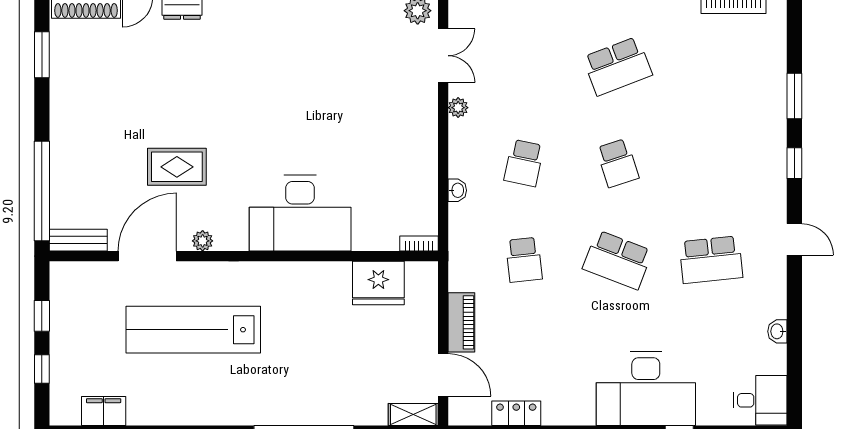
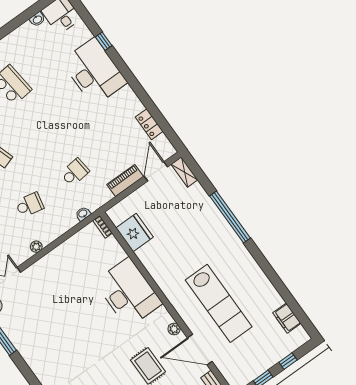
plant: (458, 108) -> (36, 247), moved
washbasin: (457, 190) -> (83, 214), moved
school desk: (617, 260) -> (43, 128), removed
washbasin: (777, 331) -> (37, 19), moved

